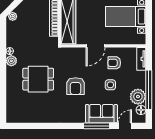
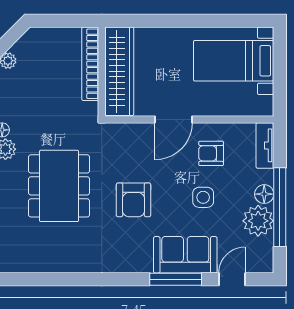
dining table: (38, 79) -> (59, 186), width x1.38
floor lamp: (141, 110) -> (264, 194), moved

